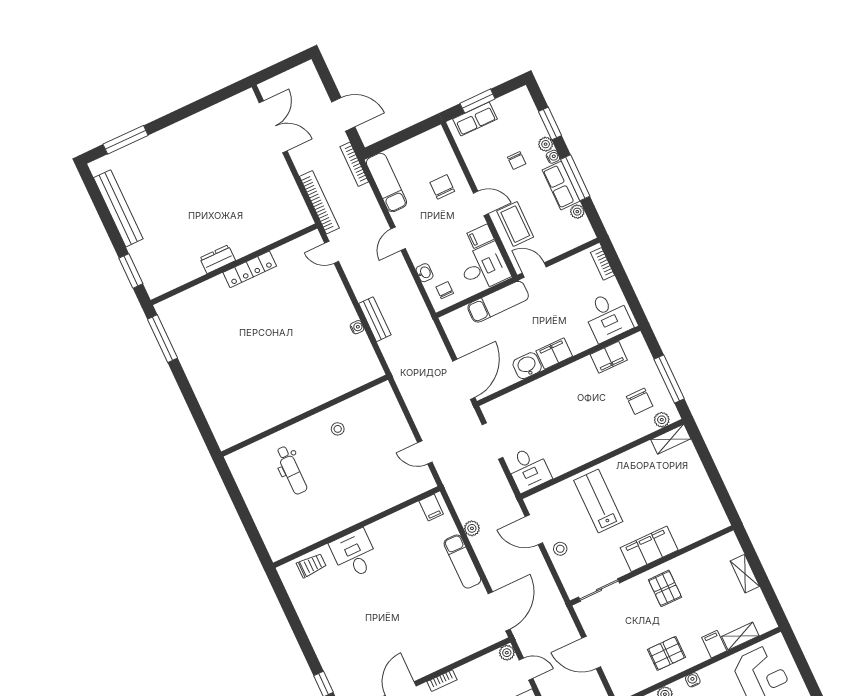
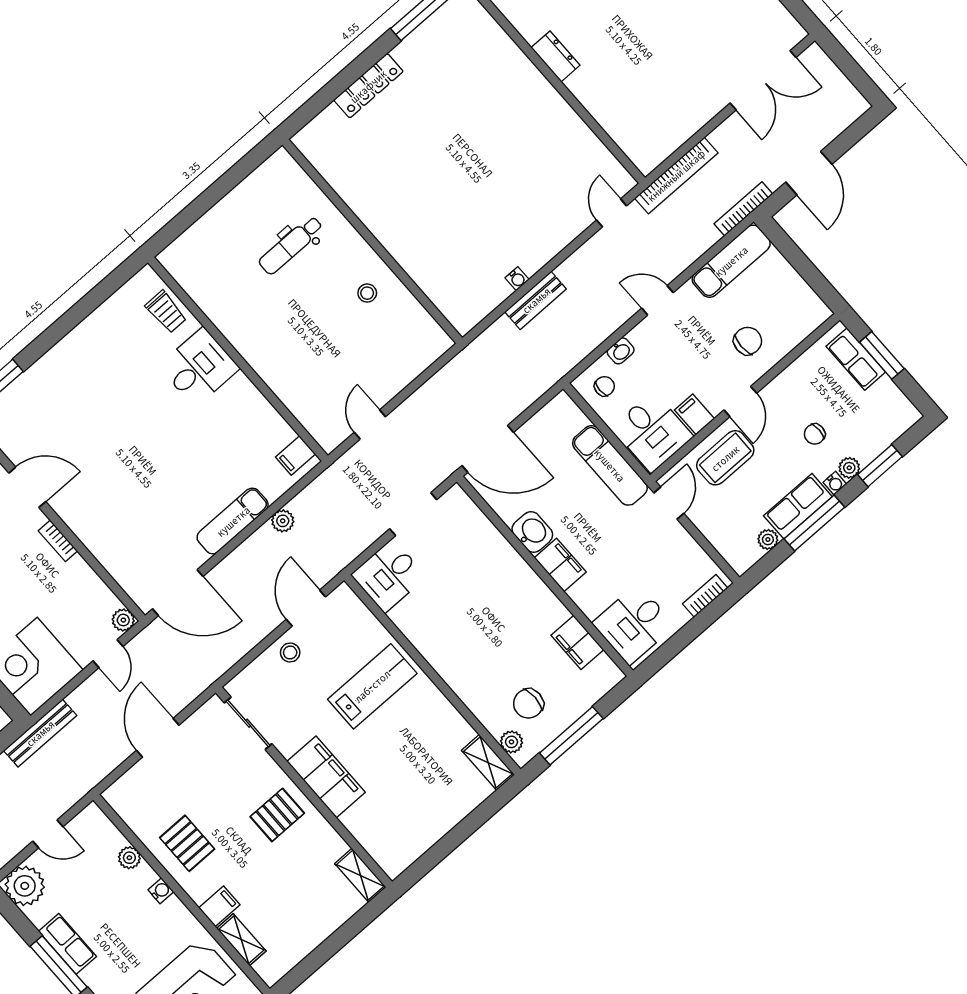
locker: (250, 269) -> (368, 86), moved, turned -90
shelving: (745, 574) -> (360, 875), moved, turned 90

